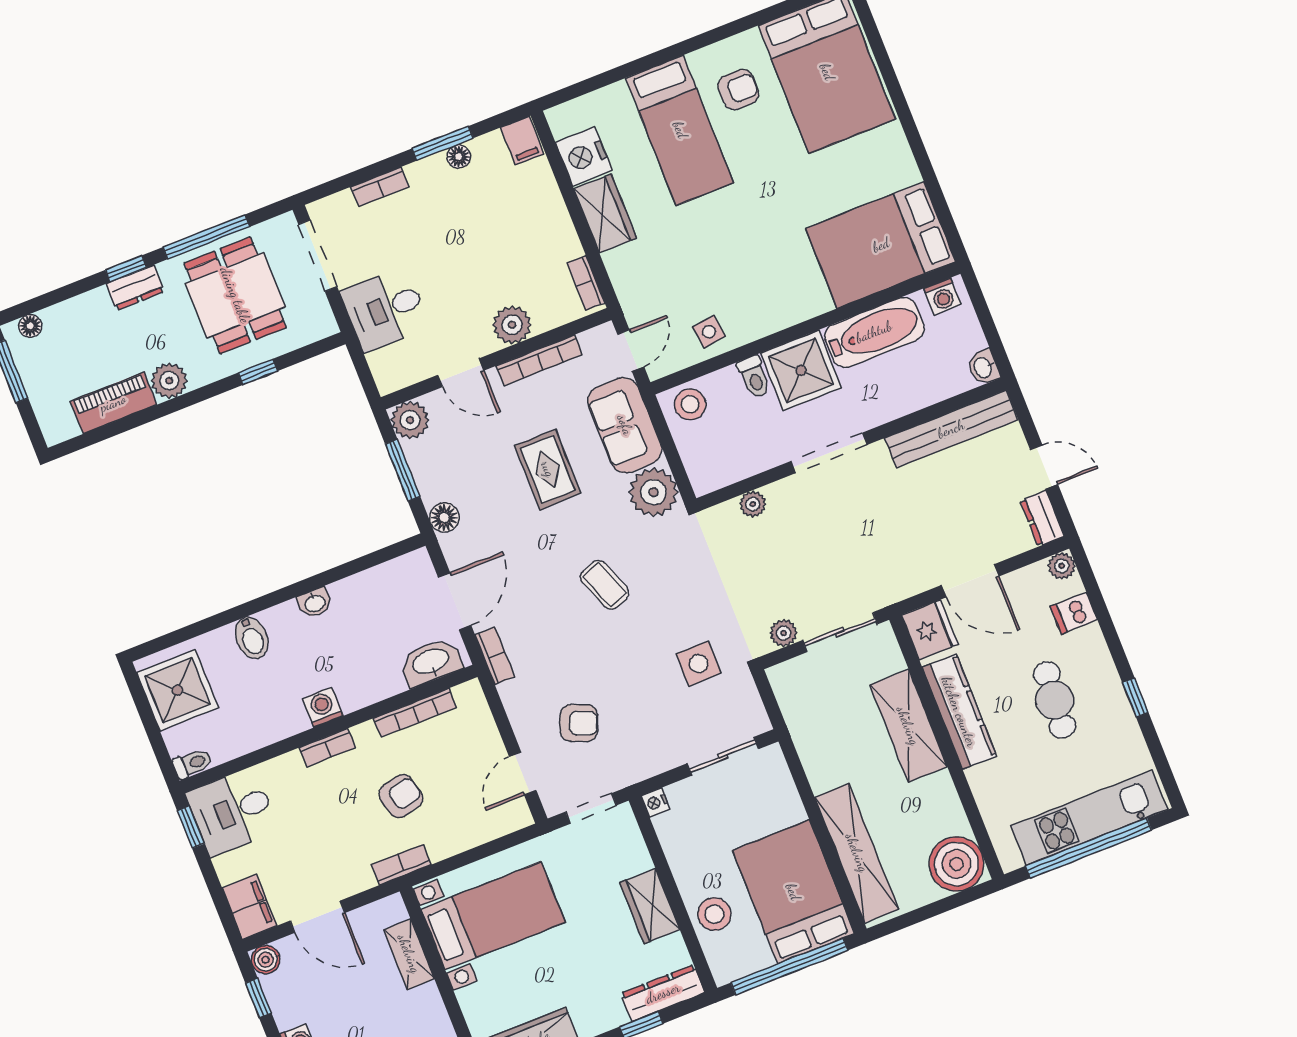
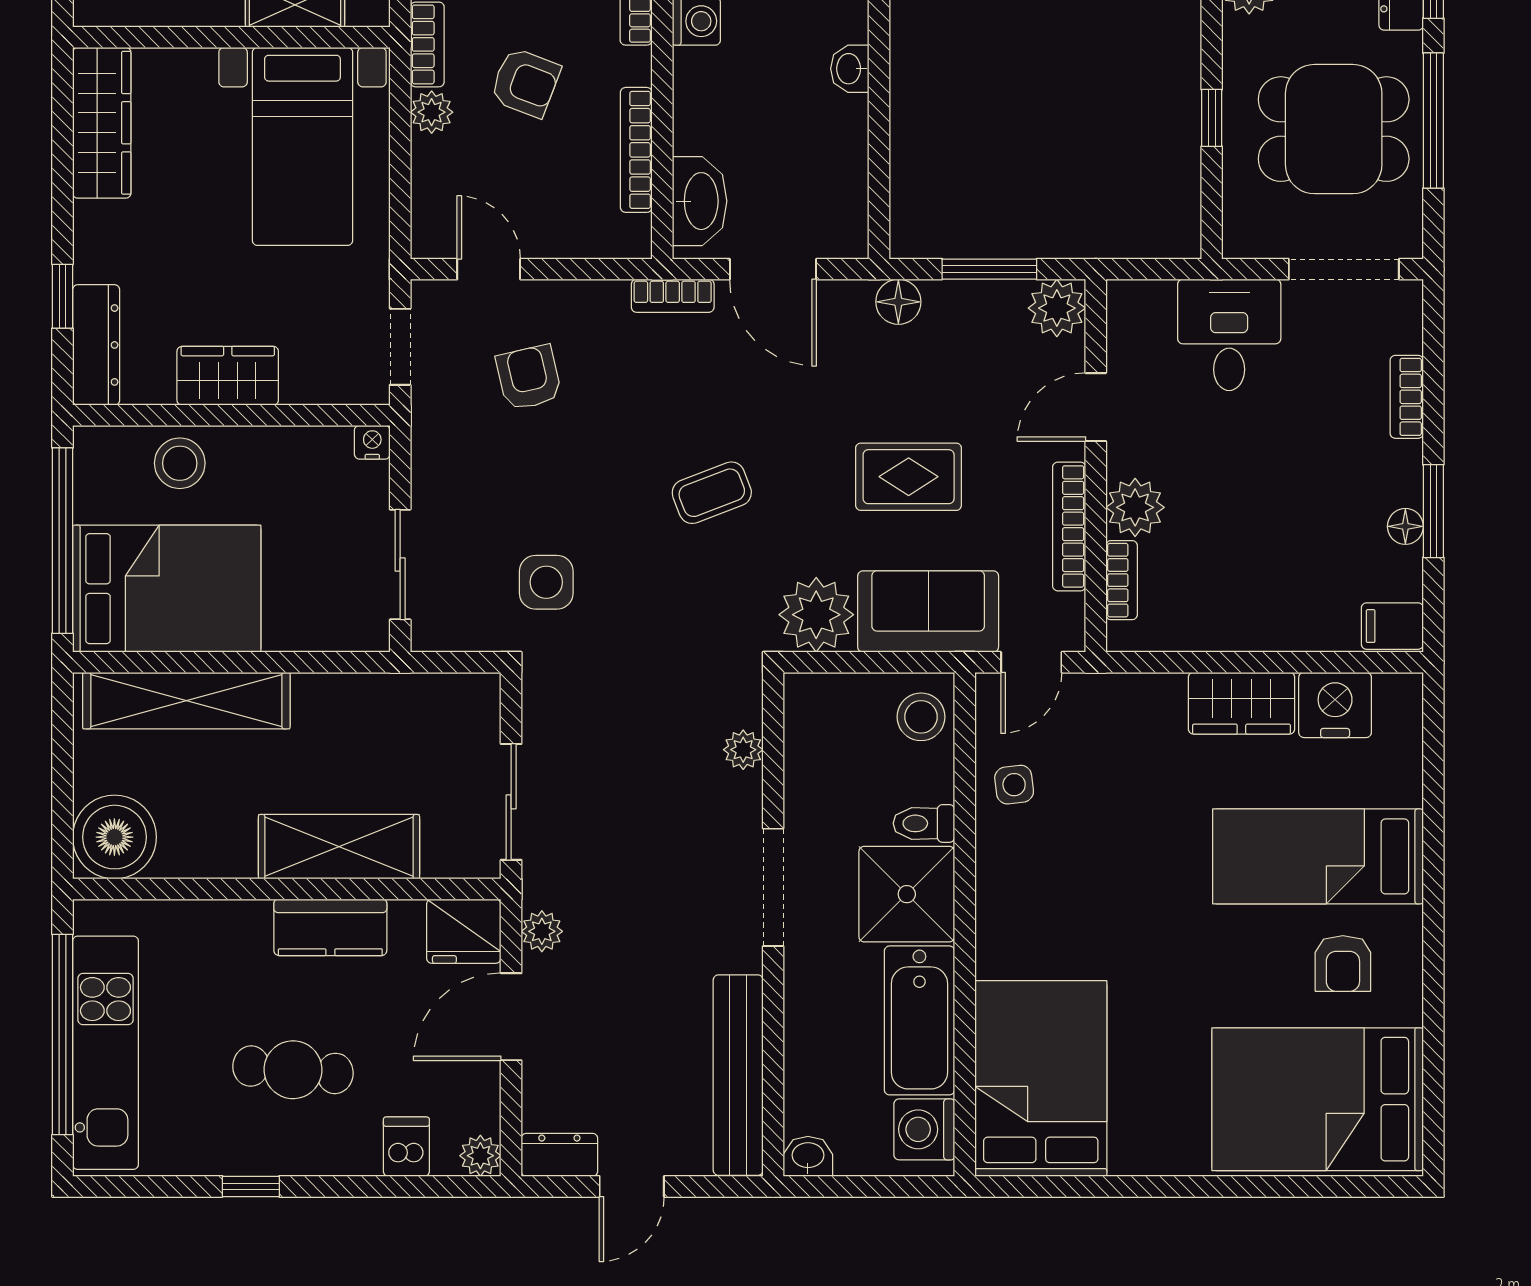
bookcase: (586, 283) -> (1122, 580), moved, turned 90
washing machine: (942, 296) -> (924, 1129), width x1.38, depth x1.38
door: (631, 351) -> (1031, 662), hinge flipped
plant: (784, 633) -> (542, 931), moved
kitchen counter: (959, 712) -> (330, 927), width x0.67
armchair: (579, 723) -> (529, 378), turned 145
armchair: (401, 796) -> (525, 83), turned -56
plant: (441, 846) -> (432, 112), added

